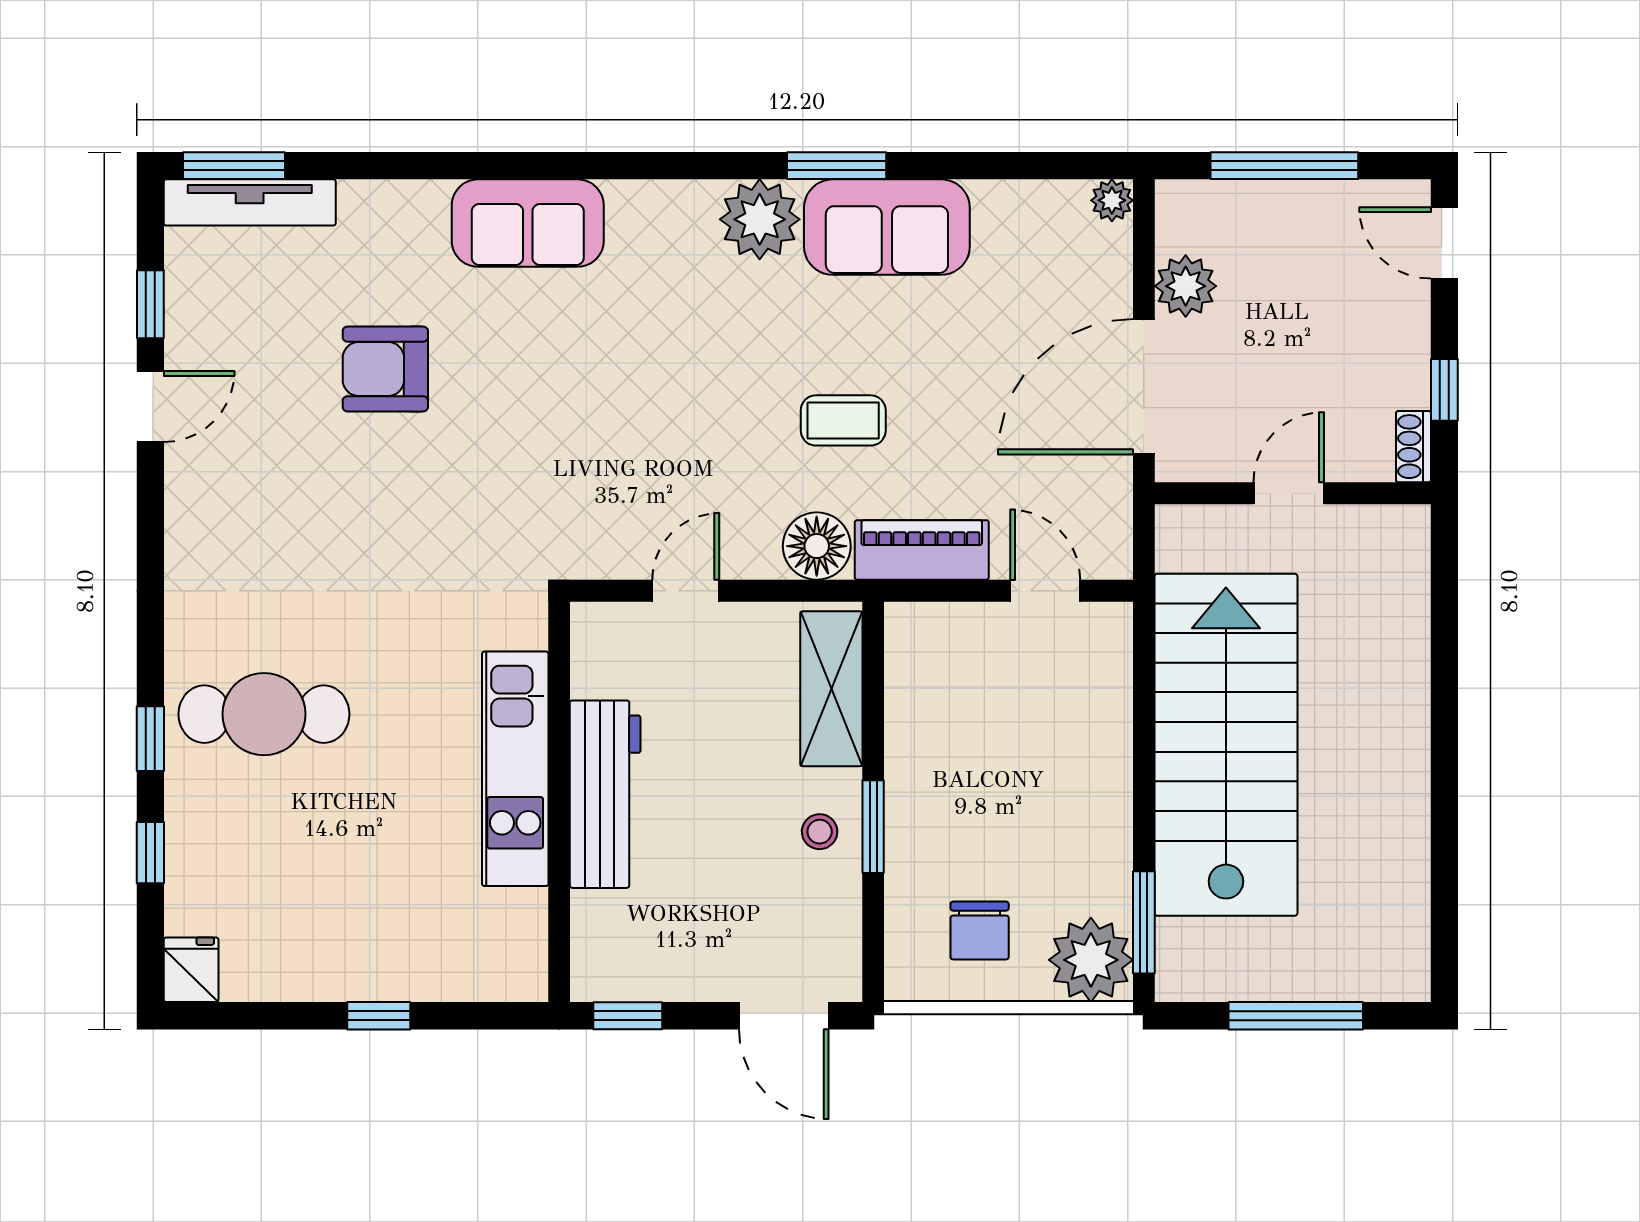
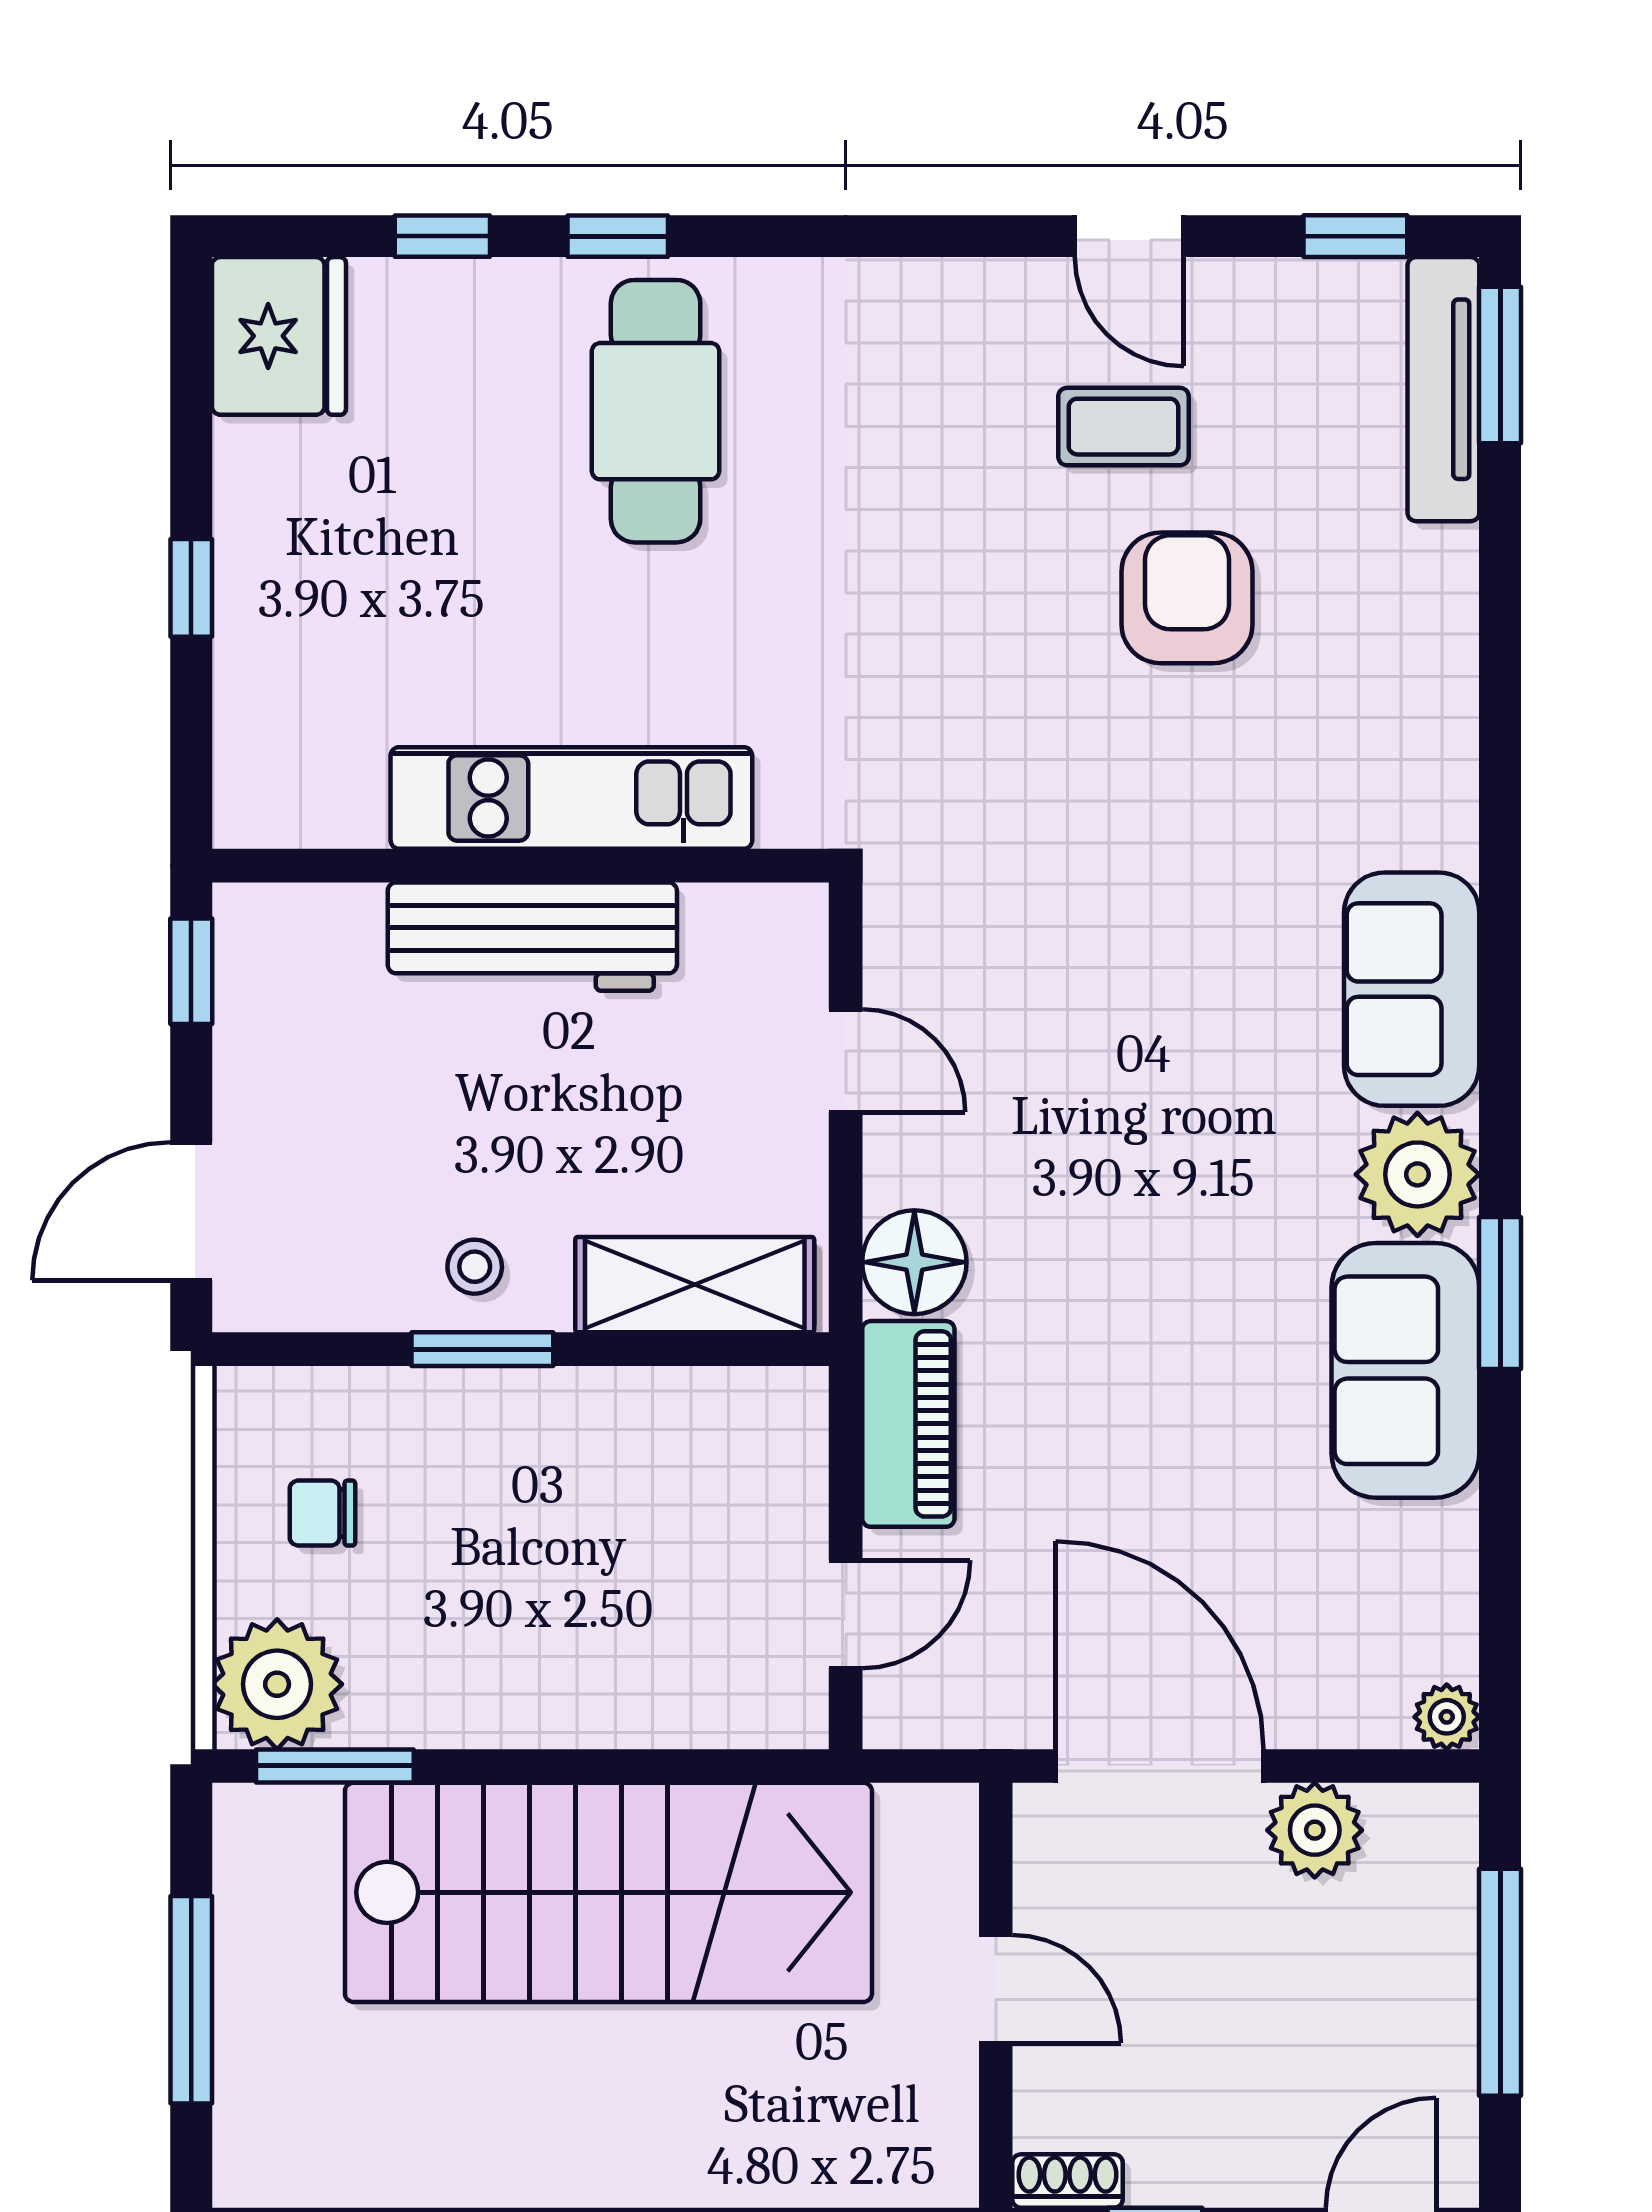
sofa: (528, 223) -> (1412, 989), moved
window: (150, 304) -> (1355, 236), moved
coffee table: (843, 420) -> (1123, 427), moved, turned 90
chair: (980, 930) -> (322, 1513), width x0.73, depth x0.73
fridge: (191, 970) -> (279, 336), width x1.88, depth x1.34

